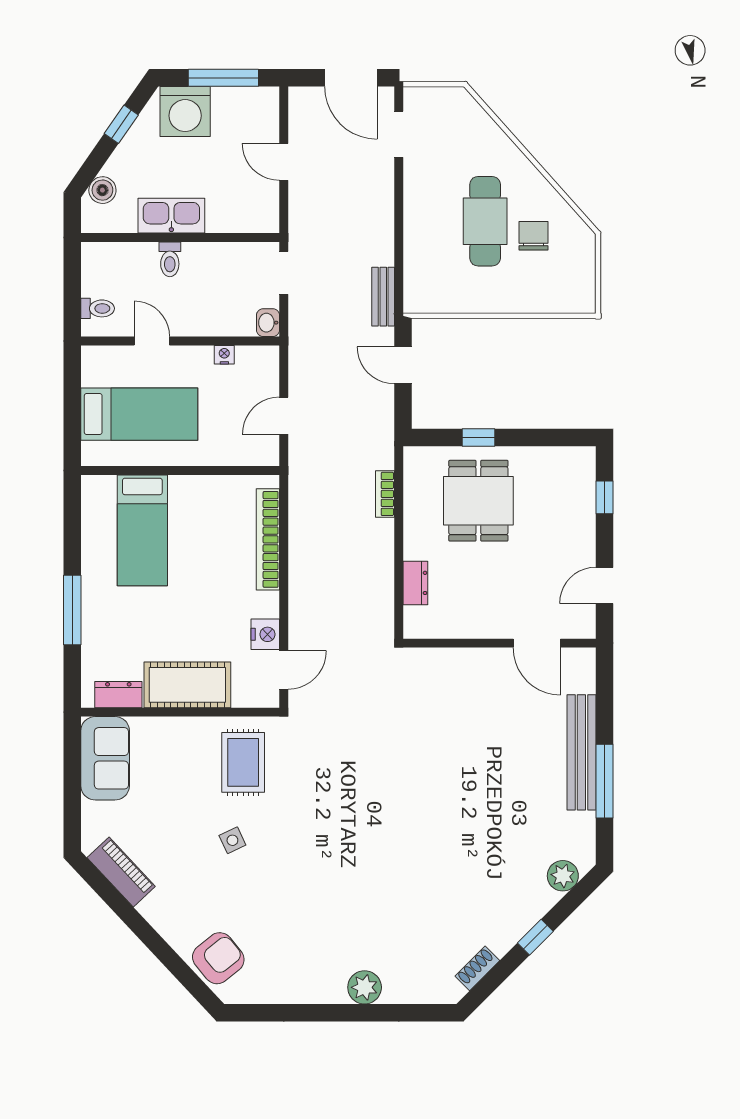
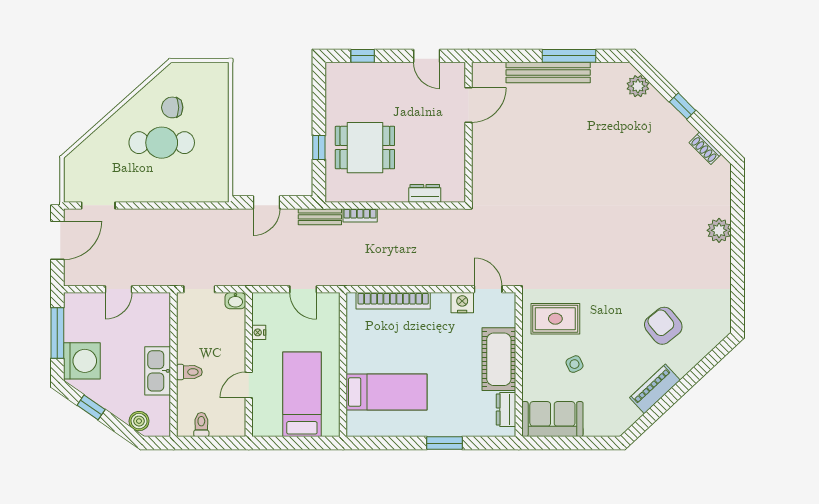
bench: (383, 297) -> (320, 217), moved
toilet: (98, 308) -> (201, 425), moved
window: (72, 610) -> (444, 443), width x0.69
side table: (232, 840) -> (574, 364), moved
piano: (121, 872) -> (655, 389), moved
armchair: (218, 958) -> (663, 326), moved

